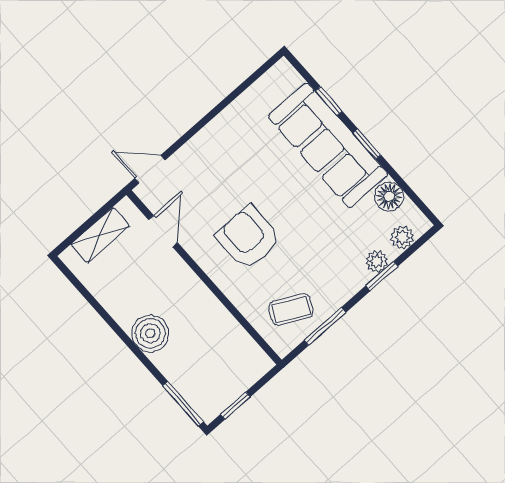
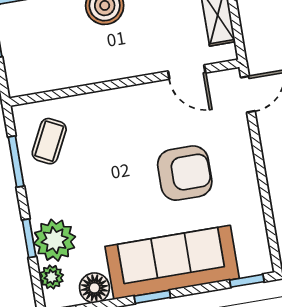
window: (329, 101) -> (247, 281), moved
armchair: (248, 238) -> (185, 173), moved
plant: (377, 261) -> (55, 240), width x1.88, depth x1.88

